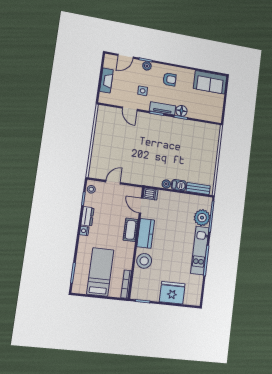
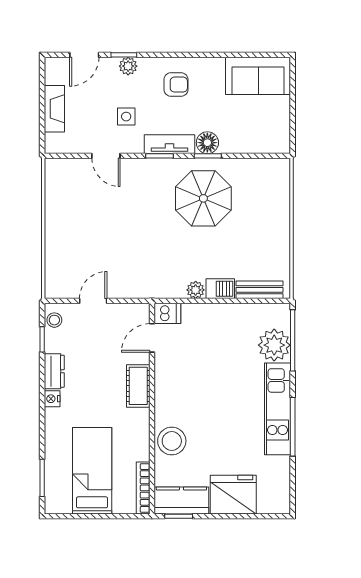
parasol: (176, 138) -> (203, 198), added
door: (141, 206) -> (152, 338), hinge flipped
kitchen counter: (146, 233) -> (181, 500), moved, turned -90

